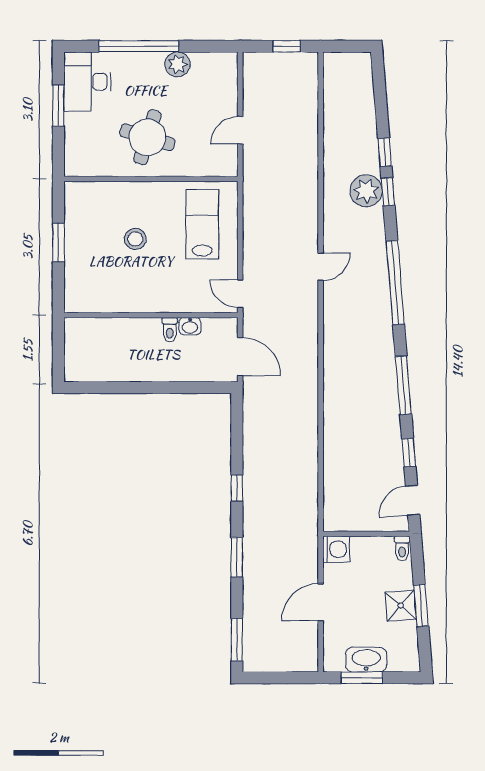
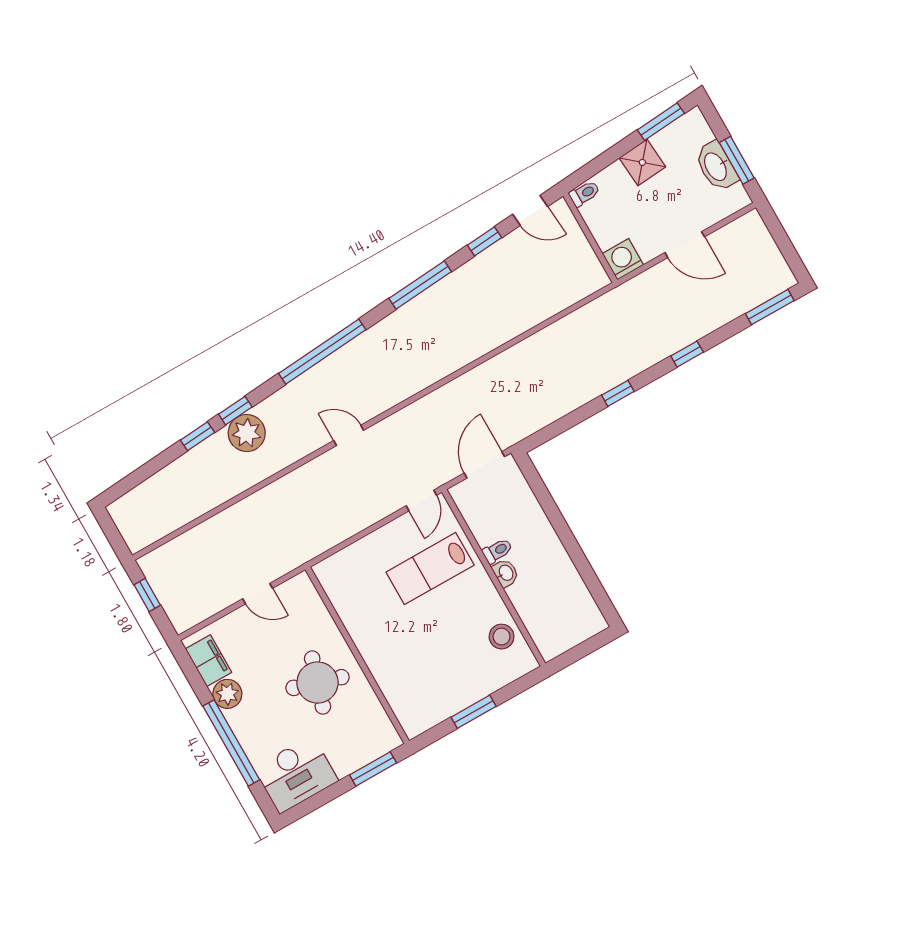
filing cabinet: (211, 64) -> (209, 661), added
window: (58, 106) -> (373, 769), moved
lab bench: (202, 224) -> (430, 569), moved
stool: (135, 239) -> (502, 637), moved
washbasin: (190, 326) -> (506, 573), moved
window: (237, 557) -> (687, 354), width x0.67
window: (421, 606) -> (661, 122), moved

